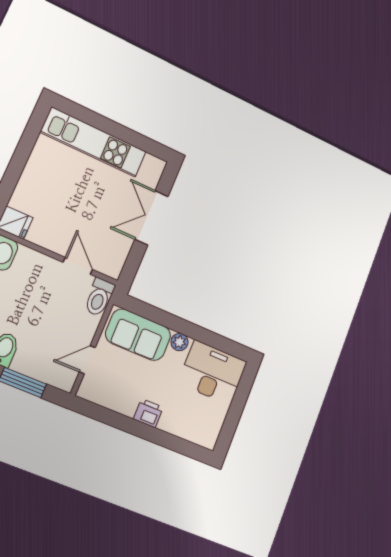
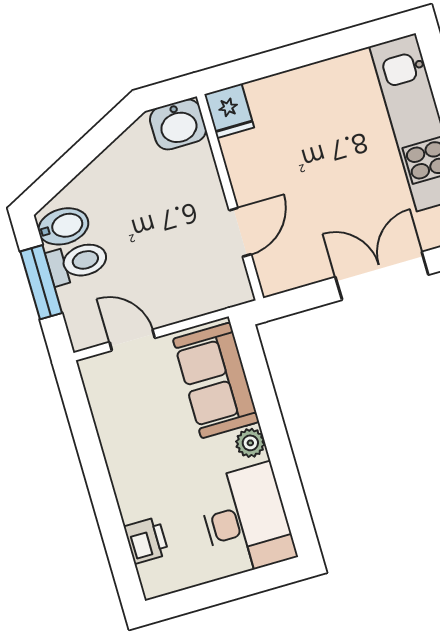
toilet: (99, 297) -> (78, 262), moved, turned 180
printer: (148, 413) -> (146, 540), moved

